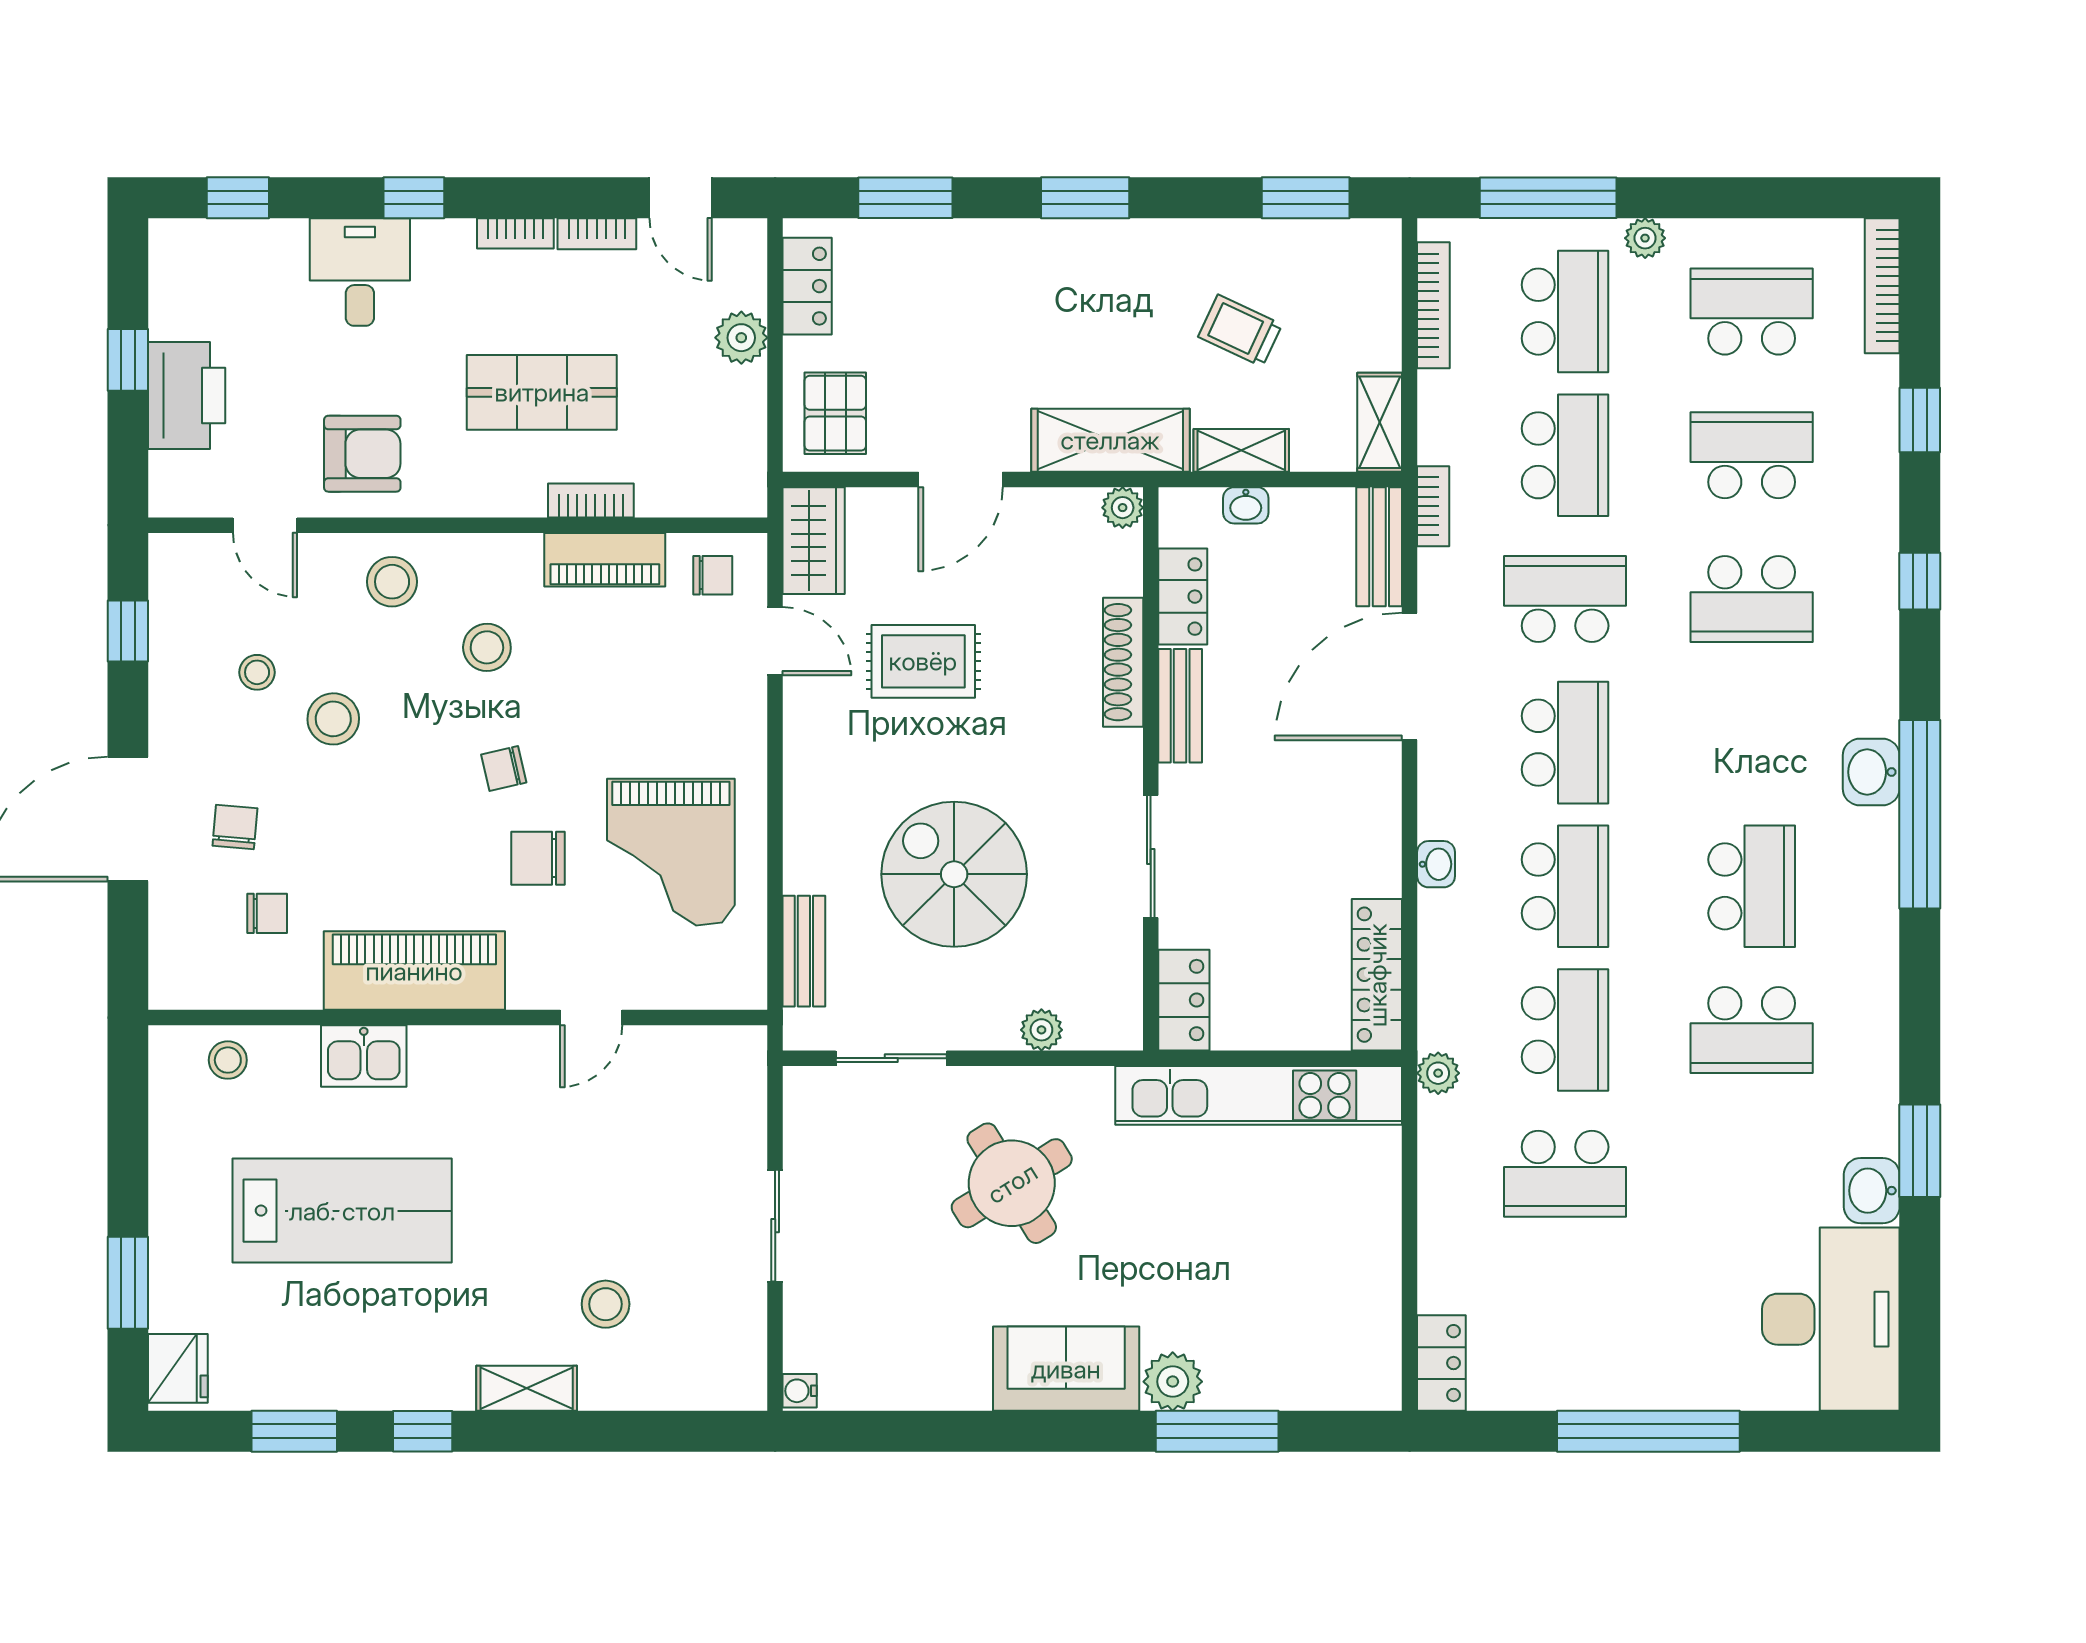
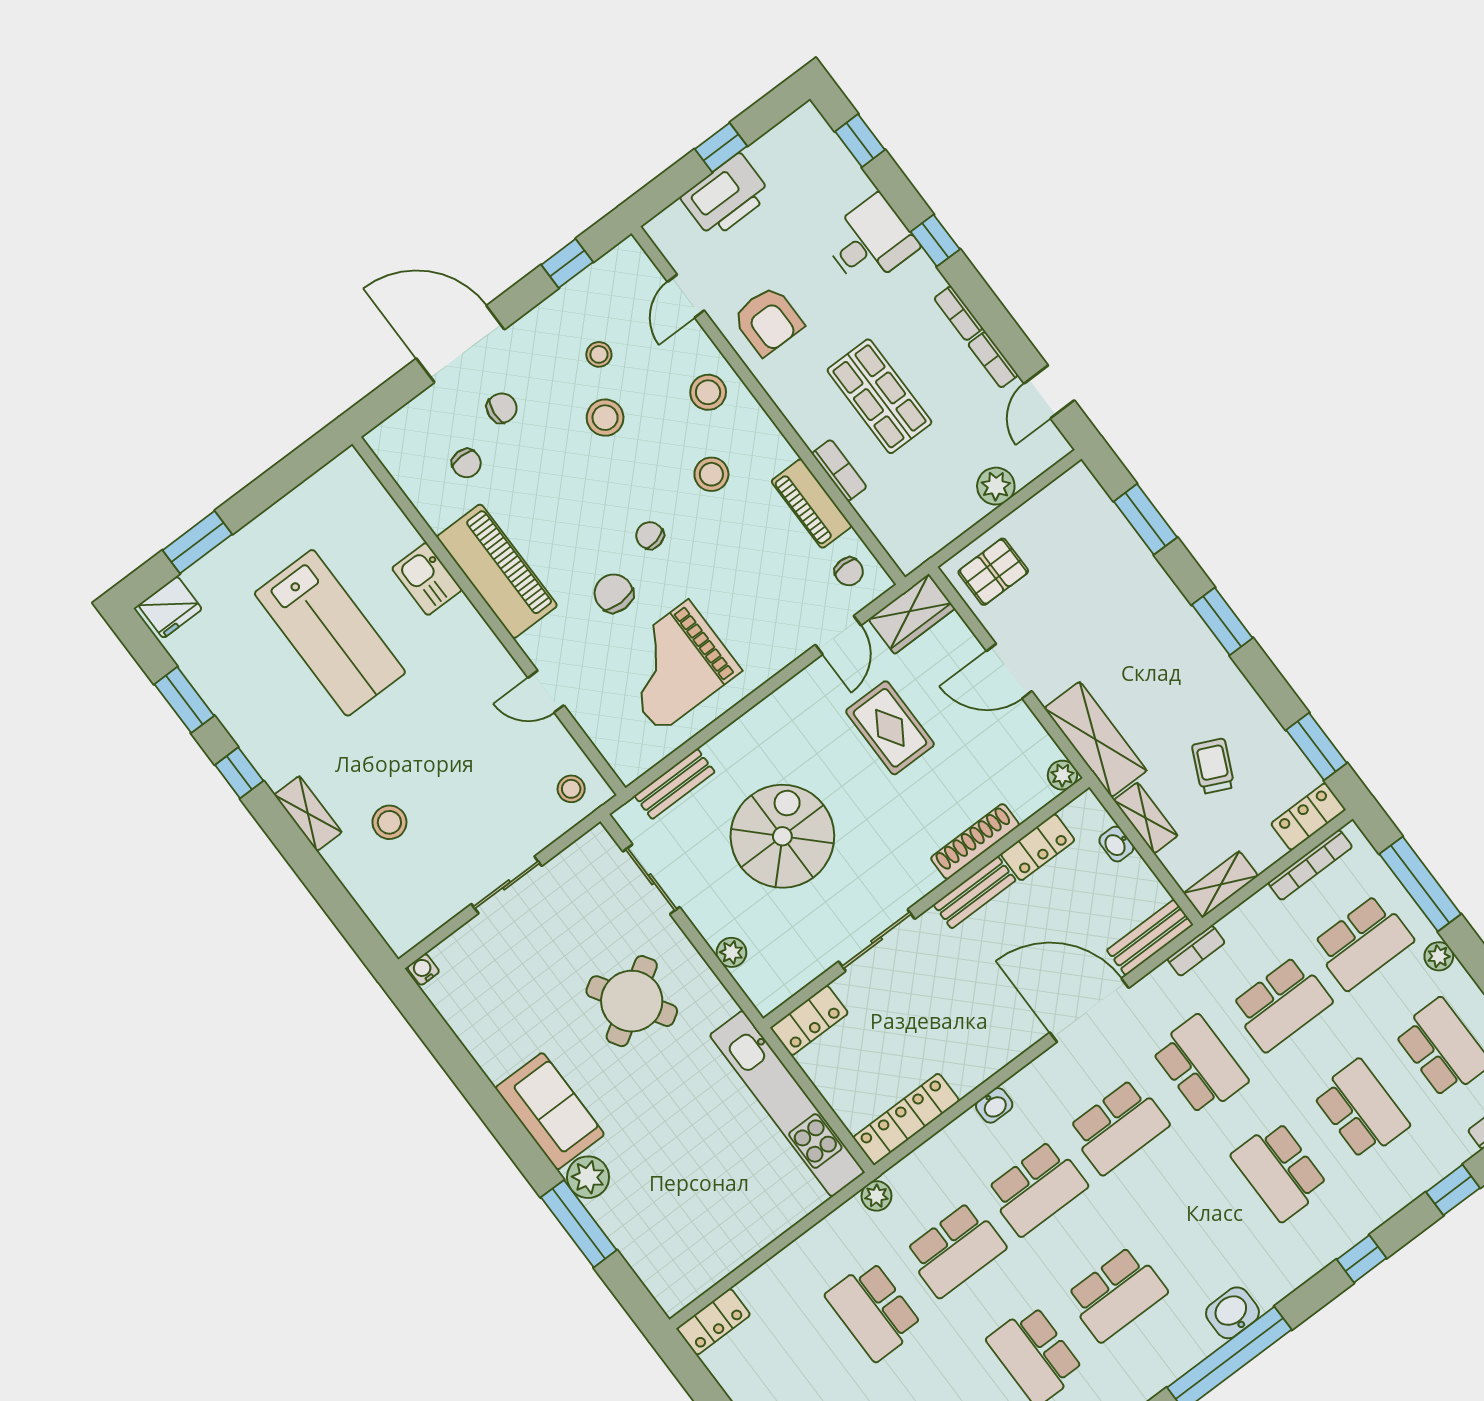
locker: (807, 286) -> (1308, 817), moved, turned 180
stool: (228, 1060) -> (571, 789), moved

